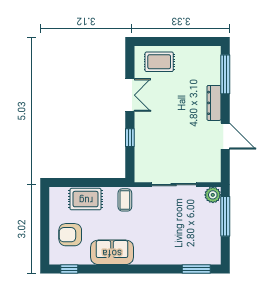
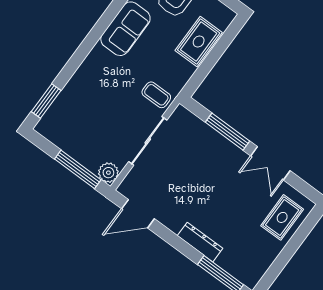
door: (225, 136) -> (138, 214), moved
window: (130, 138) -> (227, 132), width x2.17
coffee table: (125, 200) -> (156, 95), moved

